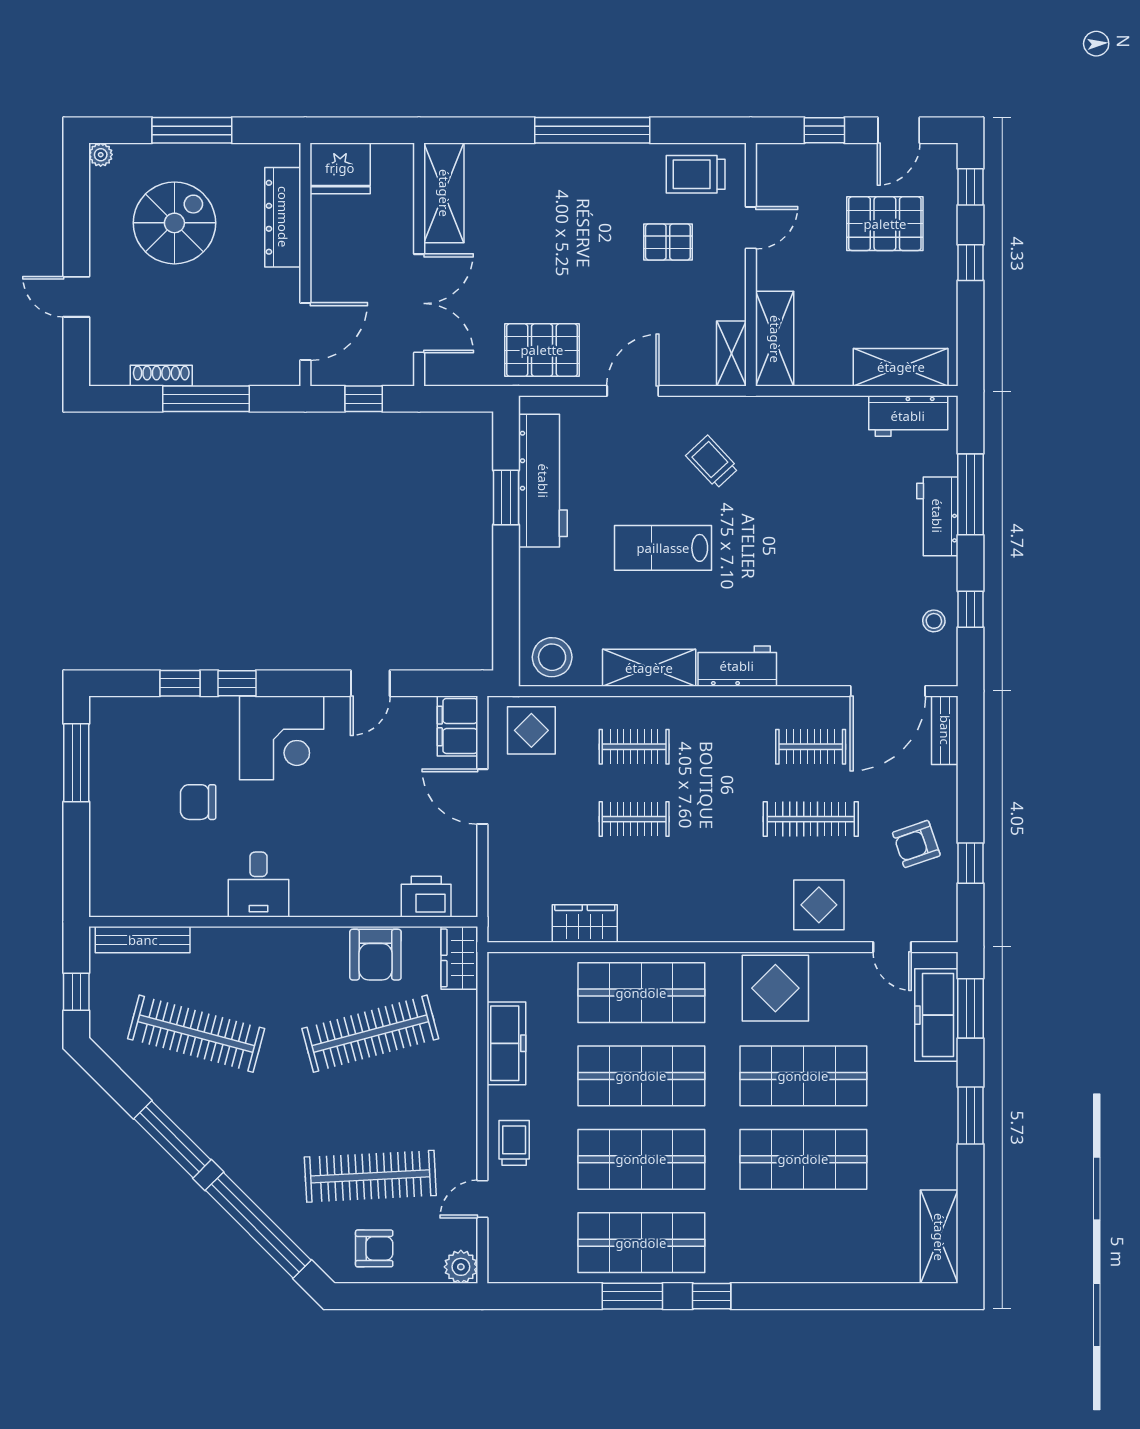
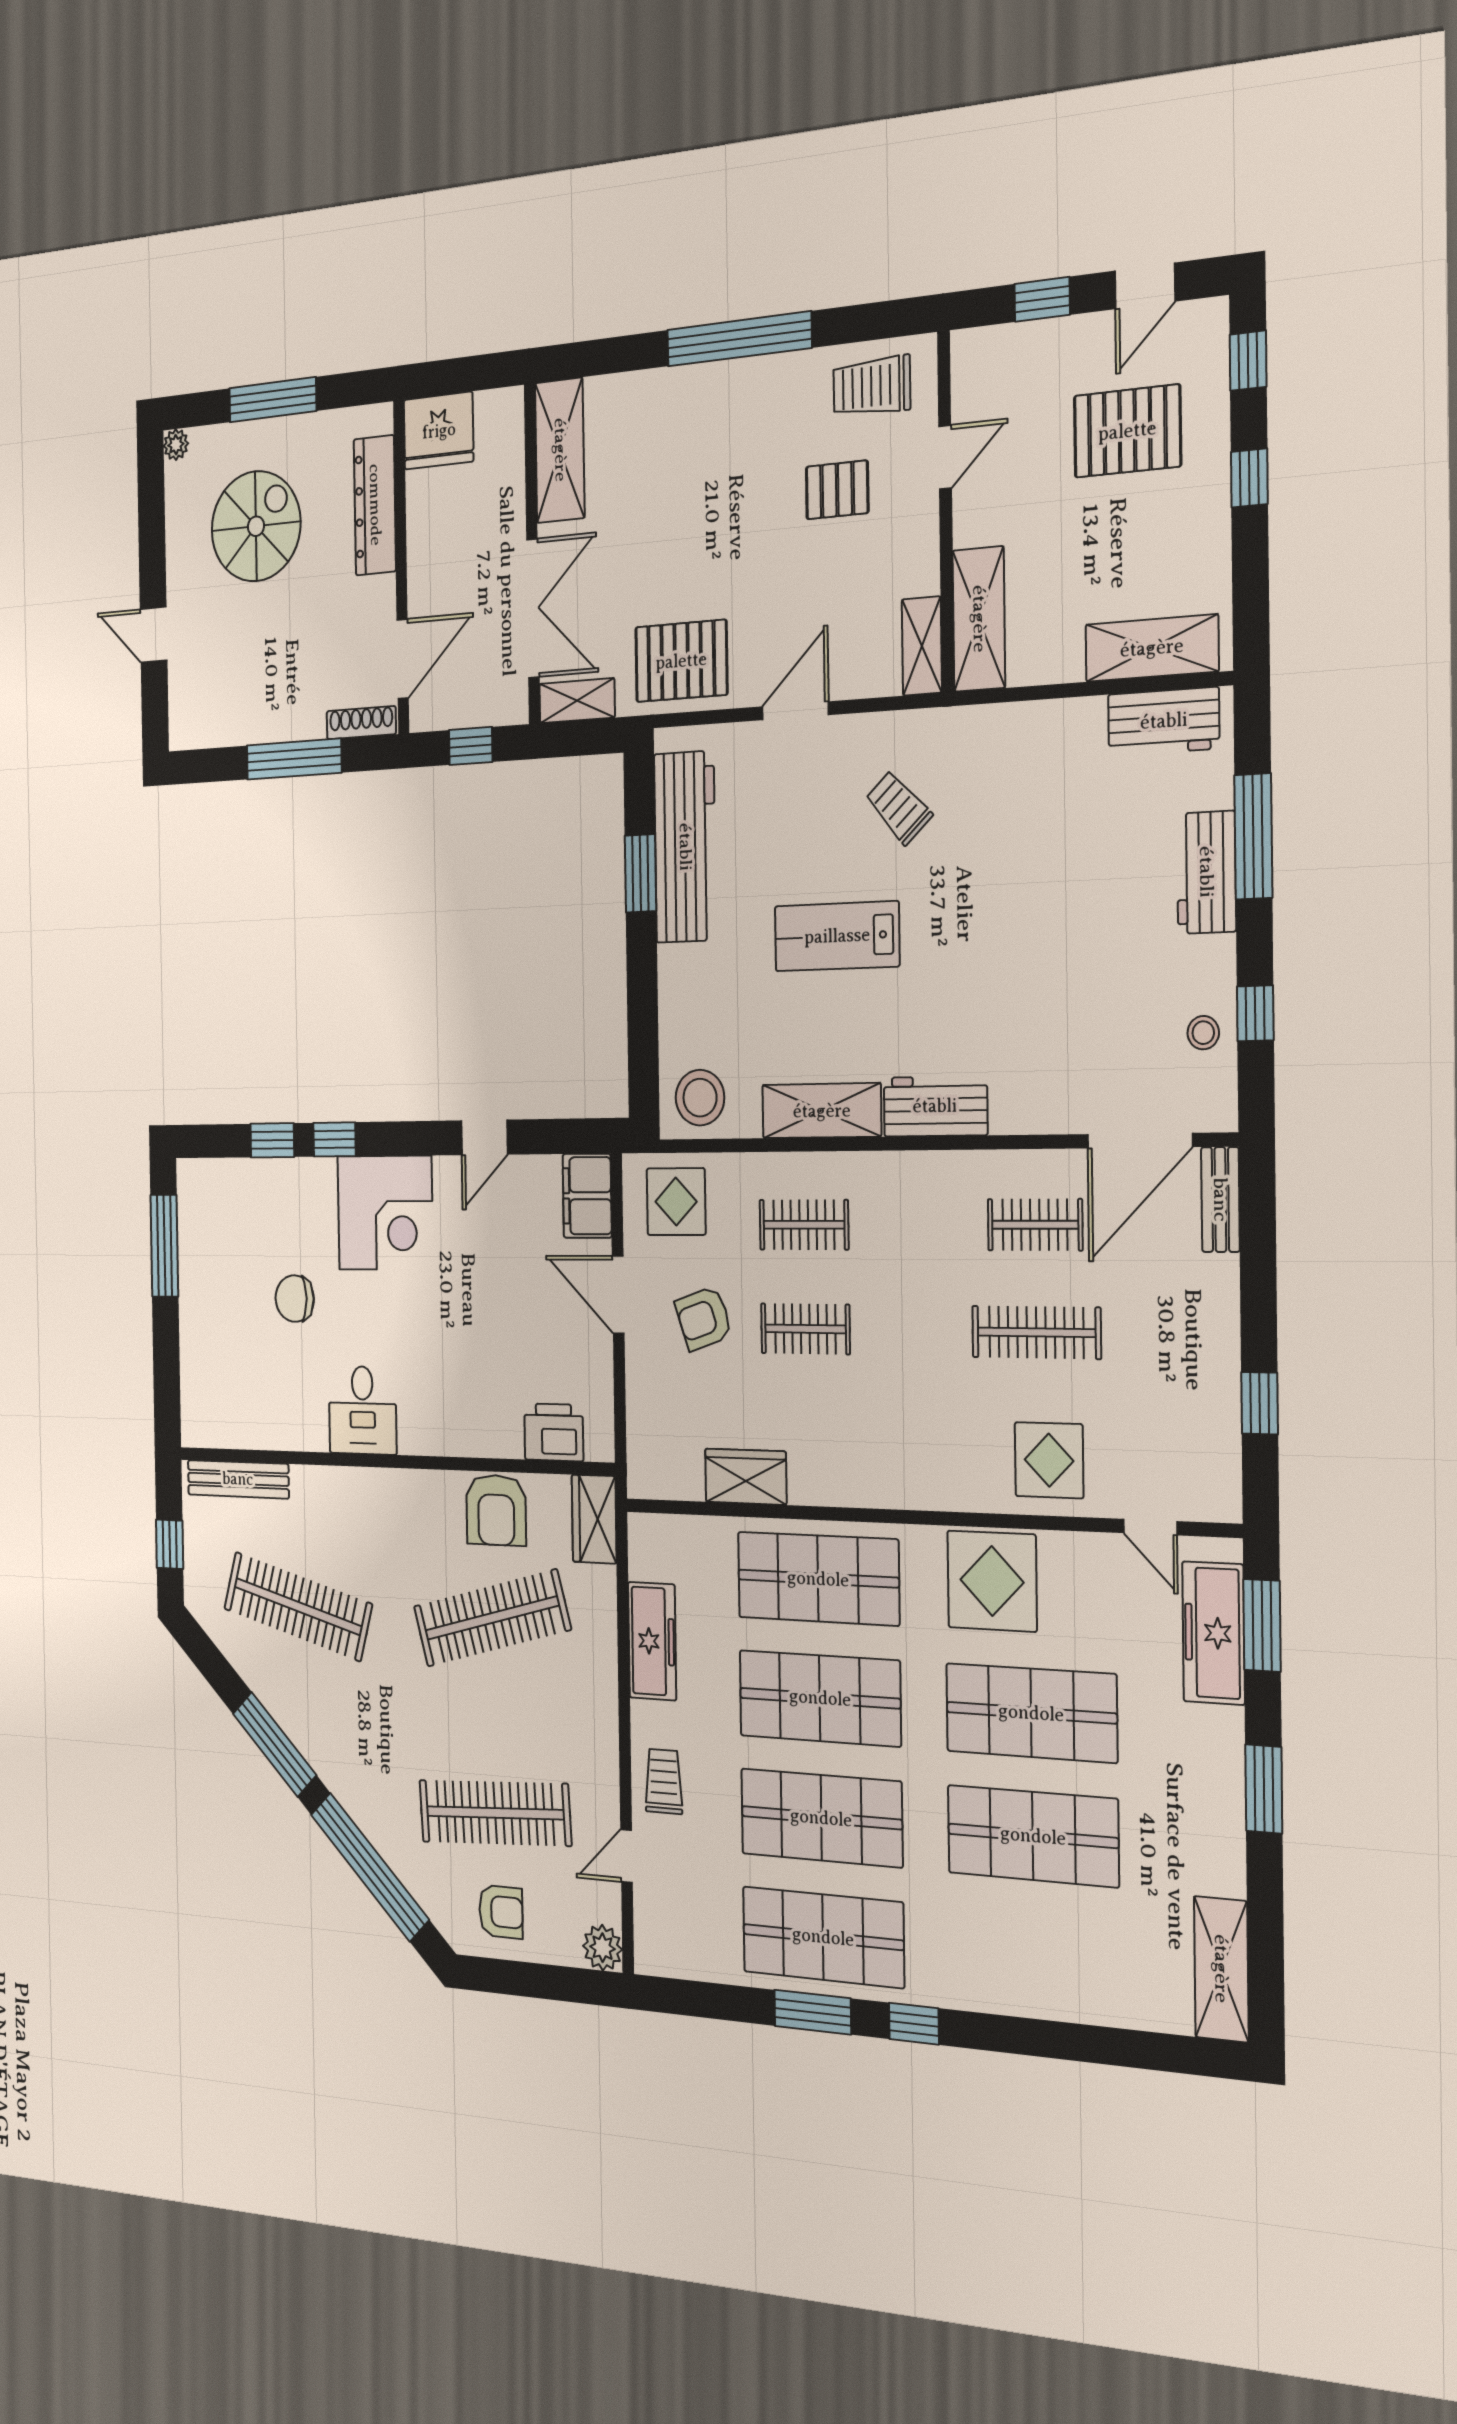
shelving: (455, 372) -> (577, 701), added
shoe rack: (161, 376) -> (361, 723), moved
armchair: (916, 844) -> (704, 1318), moved

